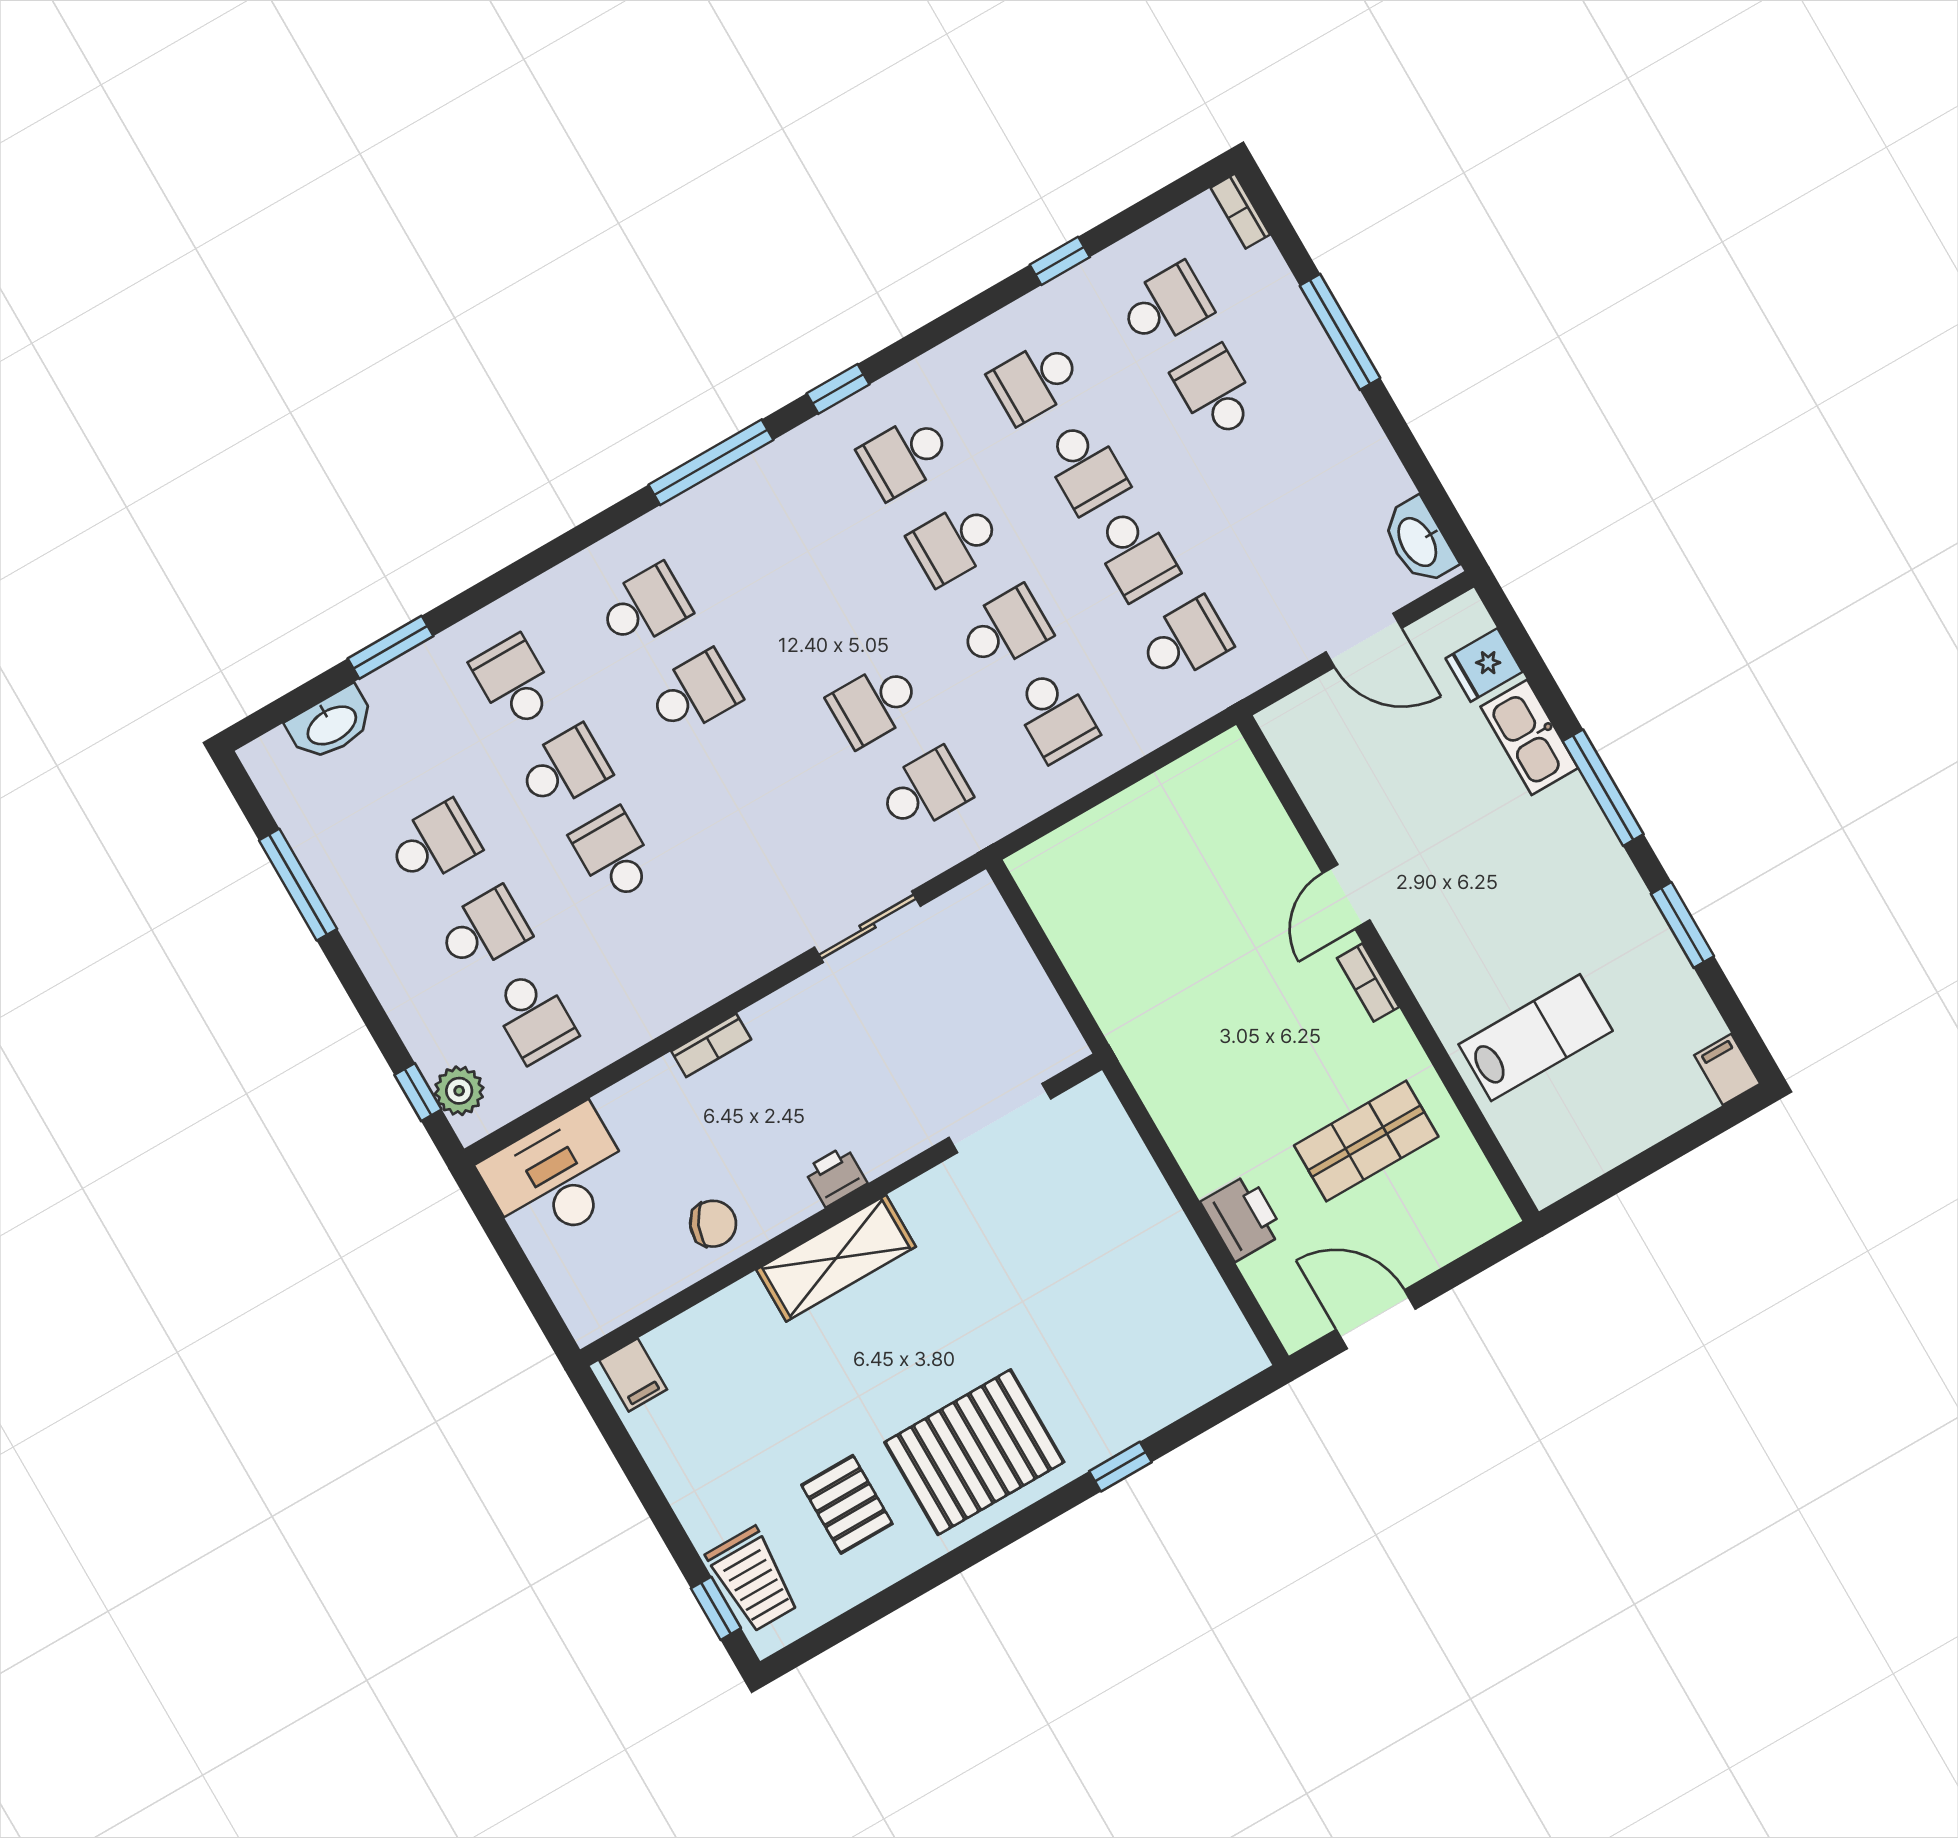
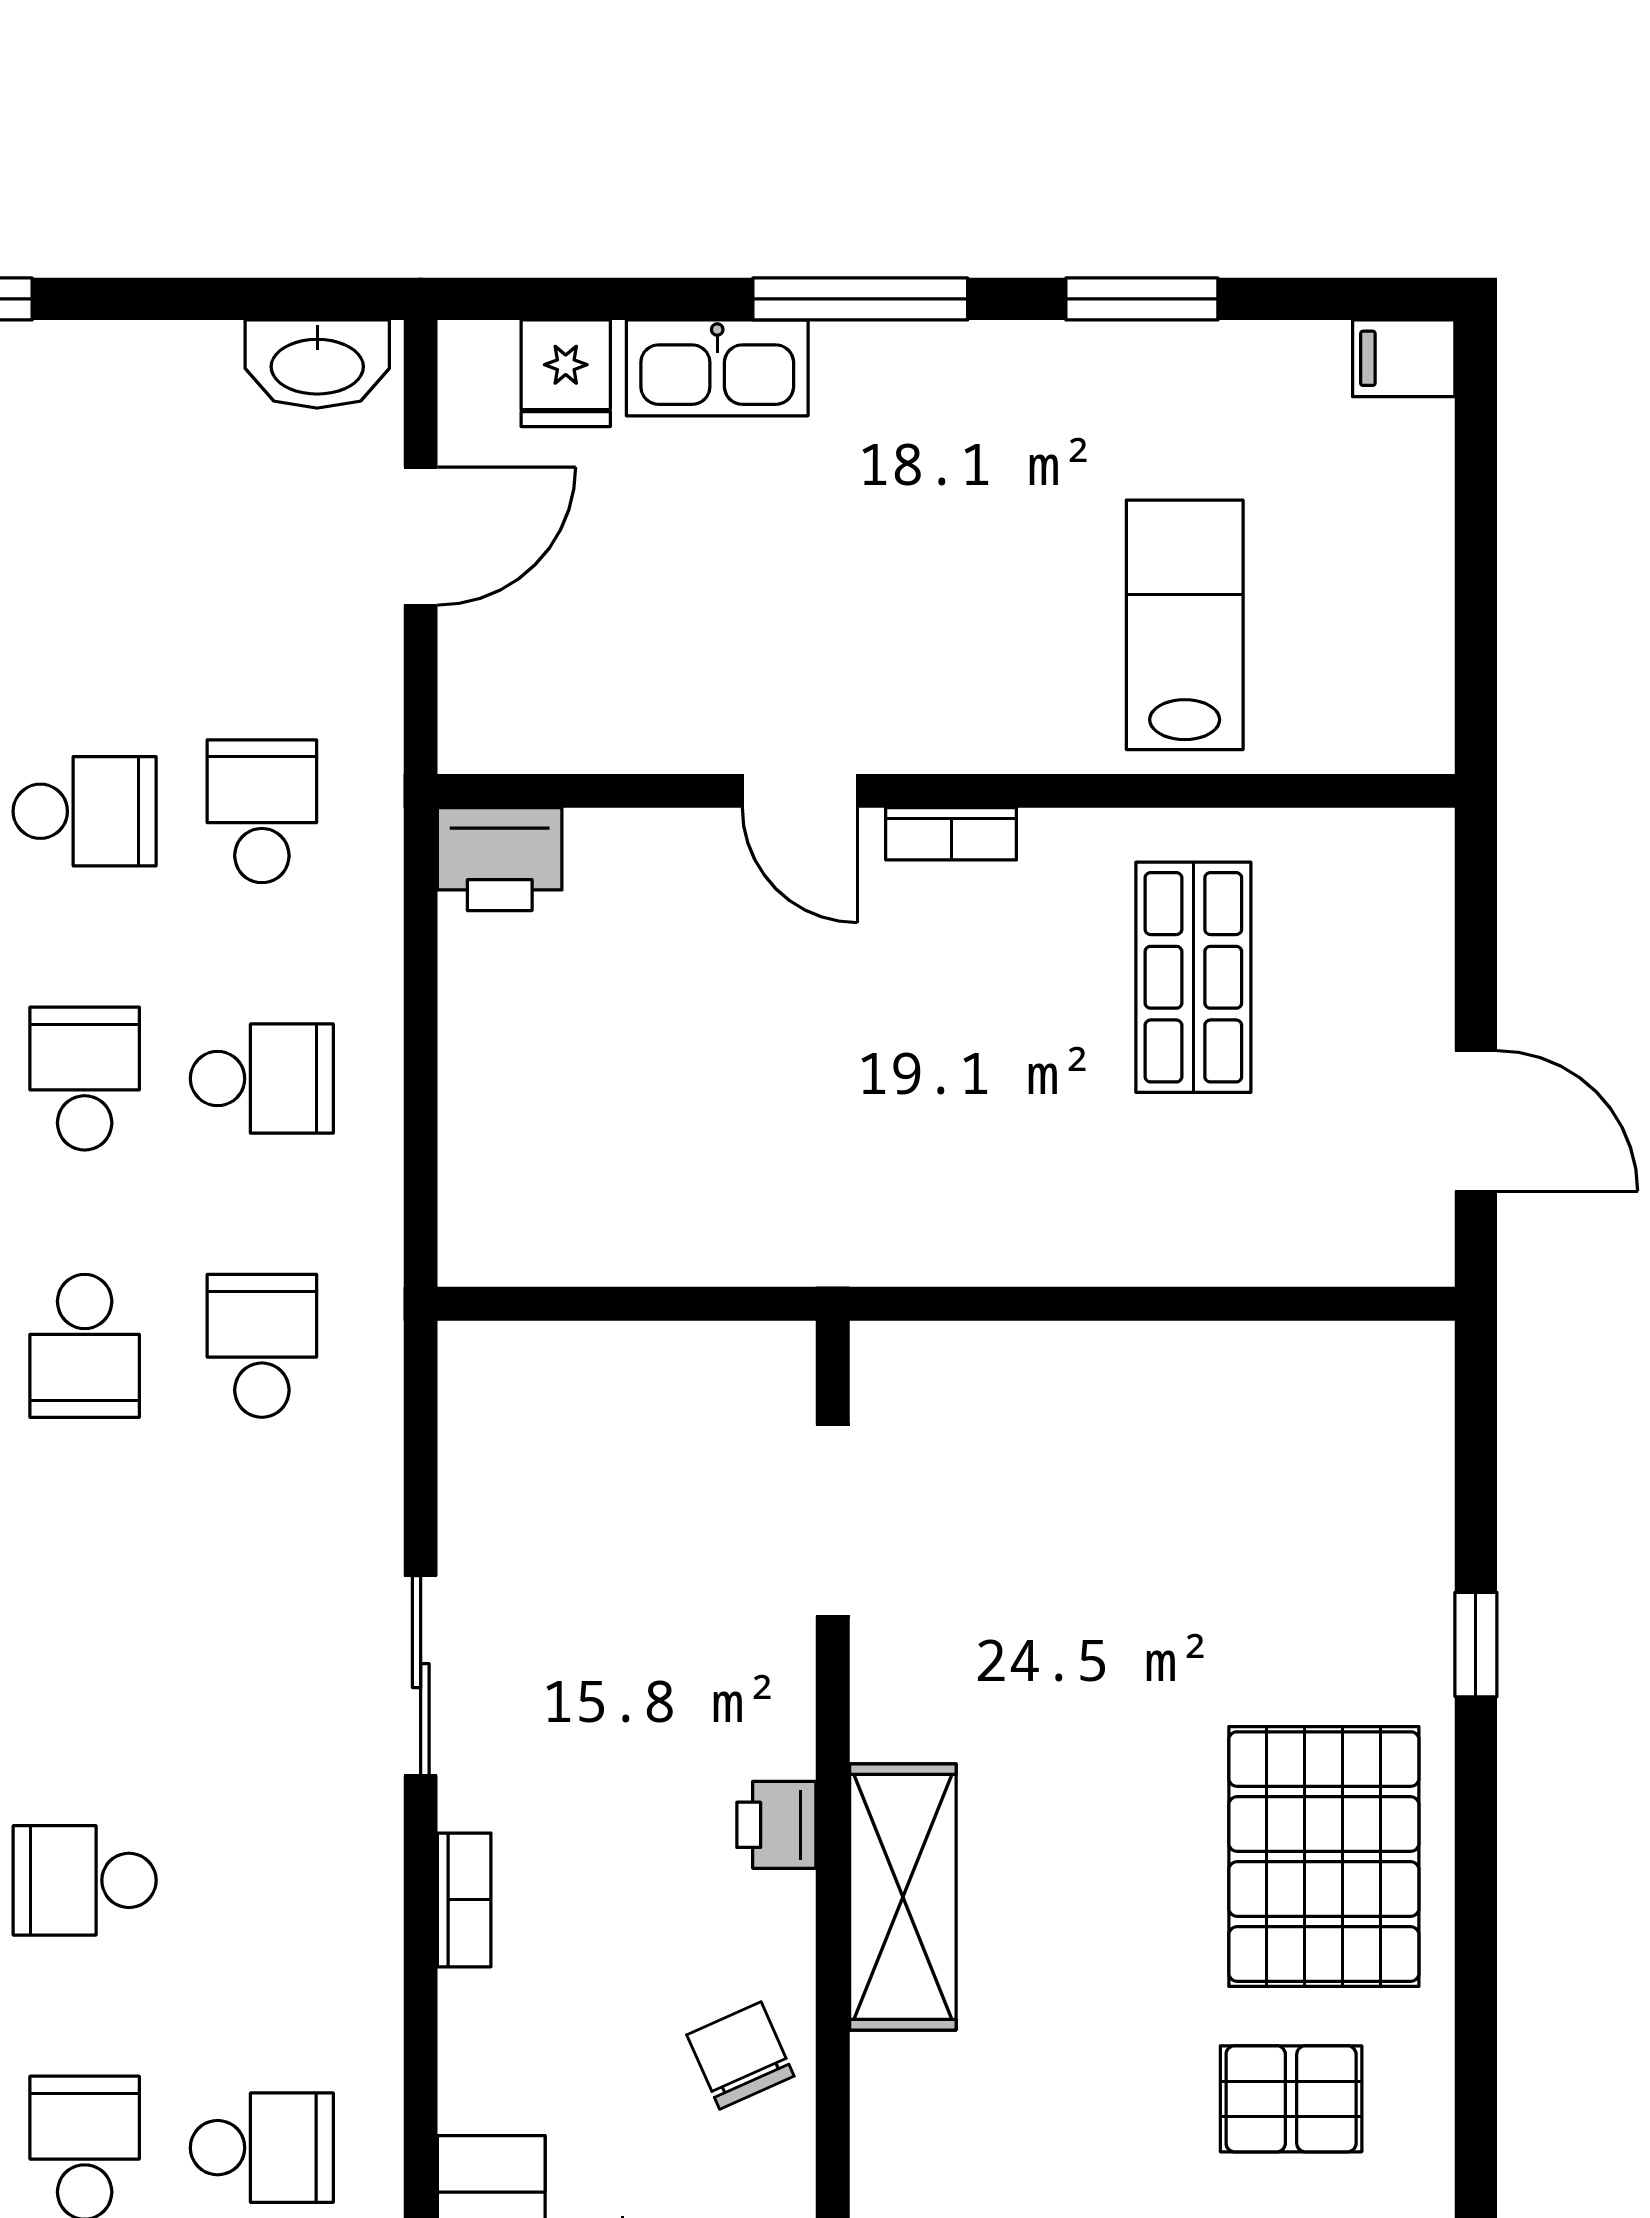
sliding door: (868, 927) -> (421, 1676), moved
printer: (1243, 1218) -> (500, 859), moved, turned 180
chair: (713, 1224) -> (740, 2056), turned -47
door: (1376, 1319) -> (1476, 1121), swing flipped

